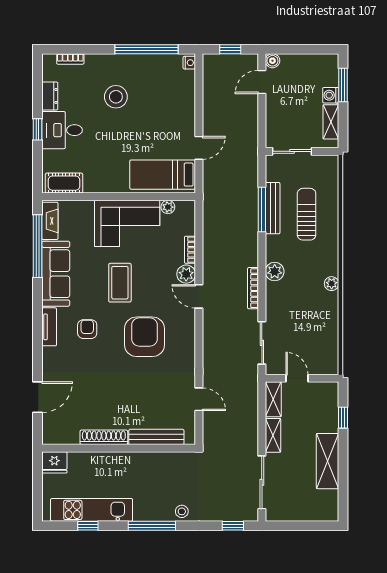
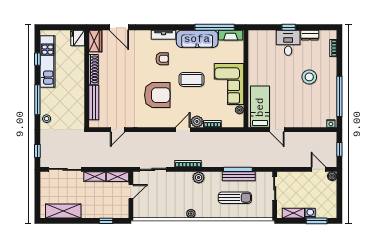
cot: (64, 183) -> (255, 44), removed
wardrobe: (59, 435) -> (95, 41), added
shelving: (328, 461) -> (63, 211), moved

